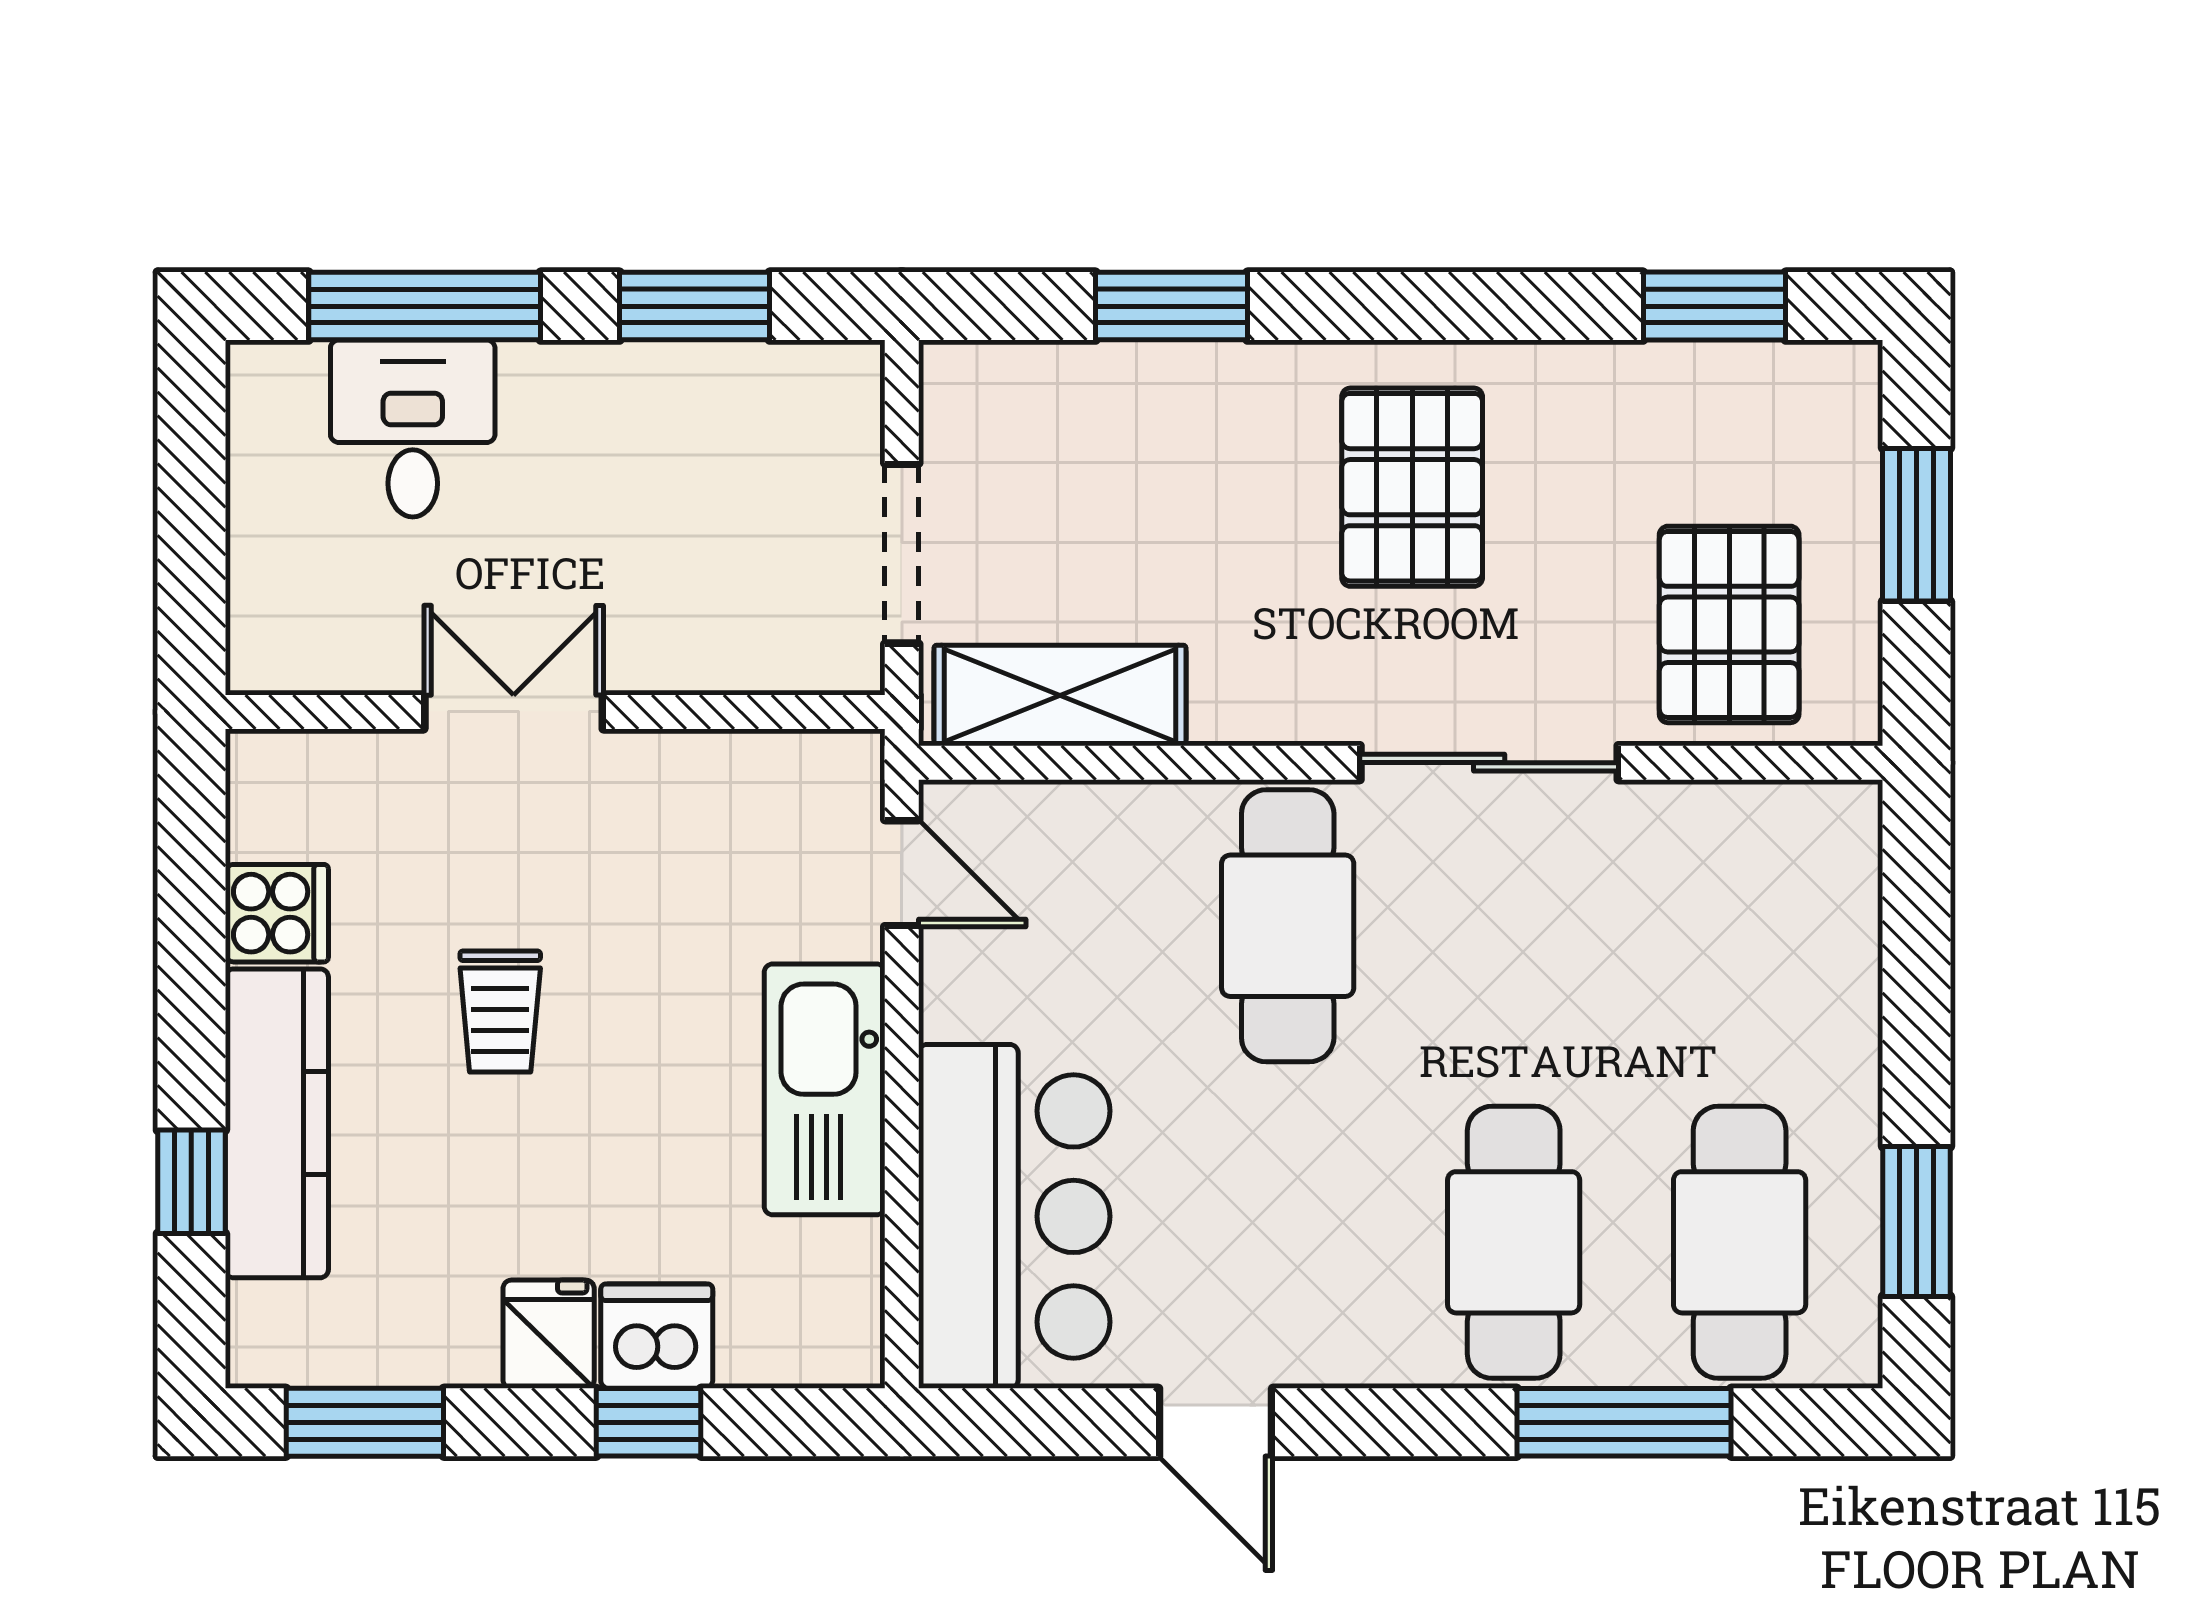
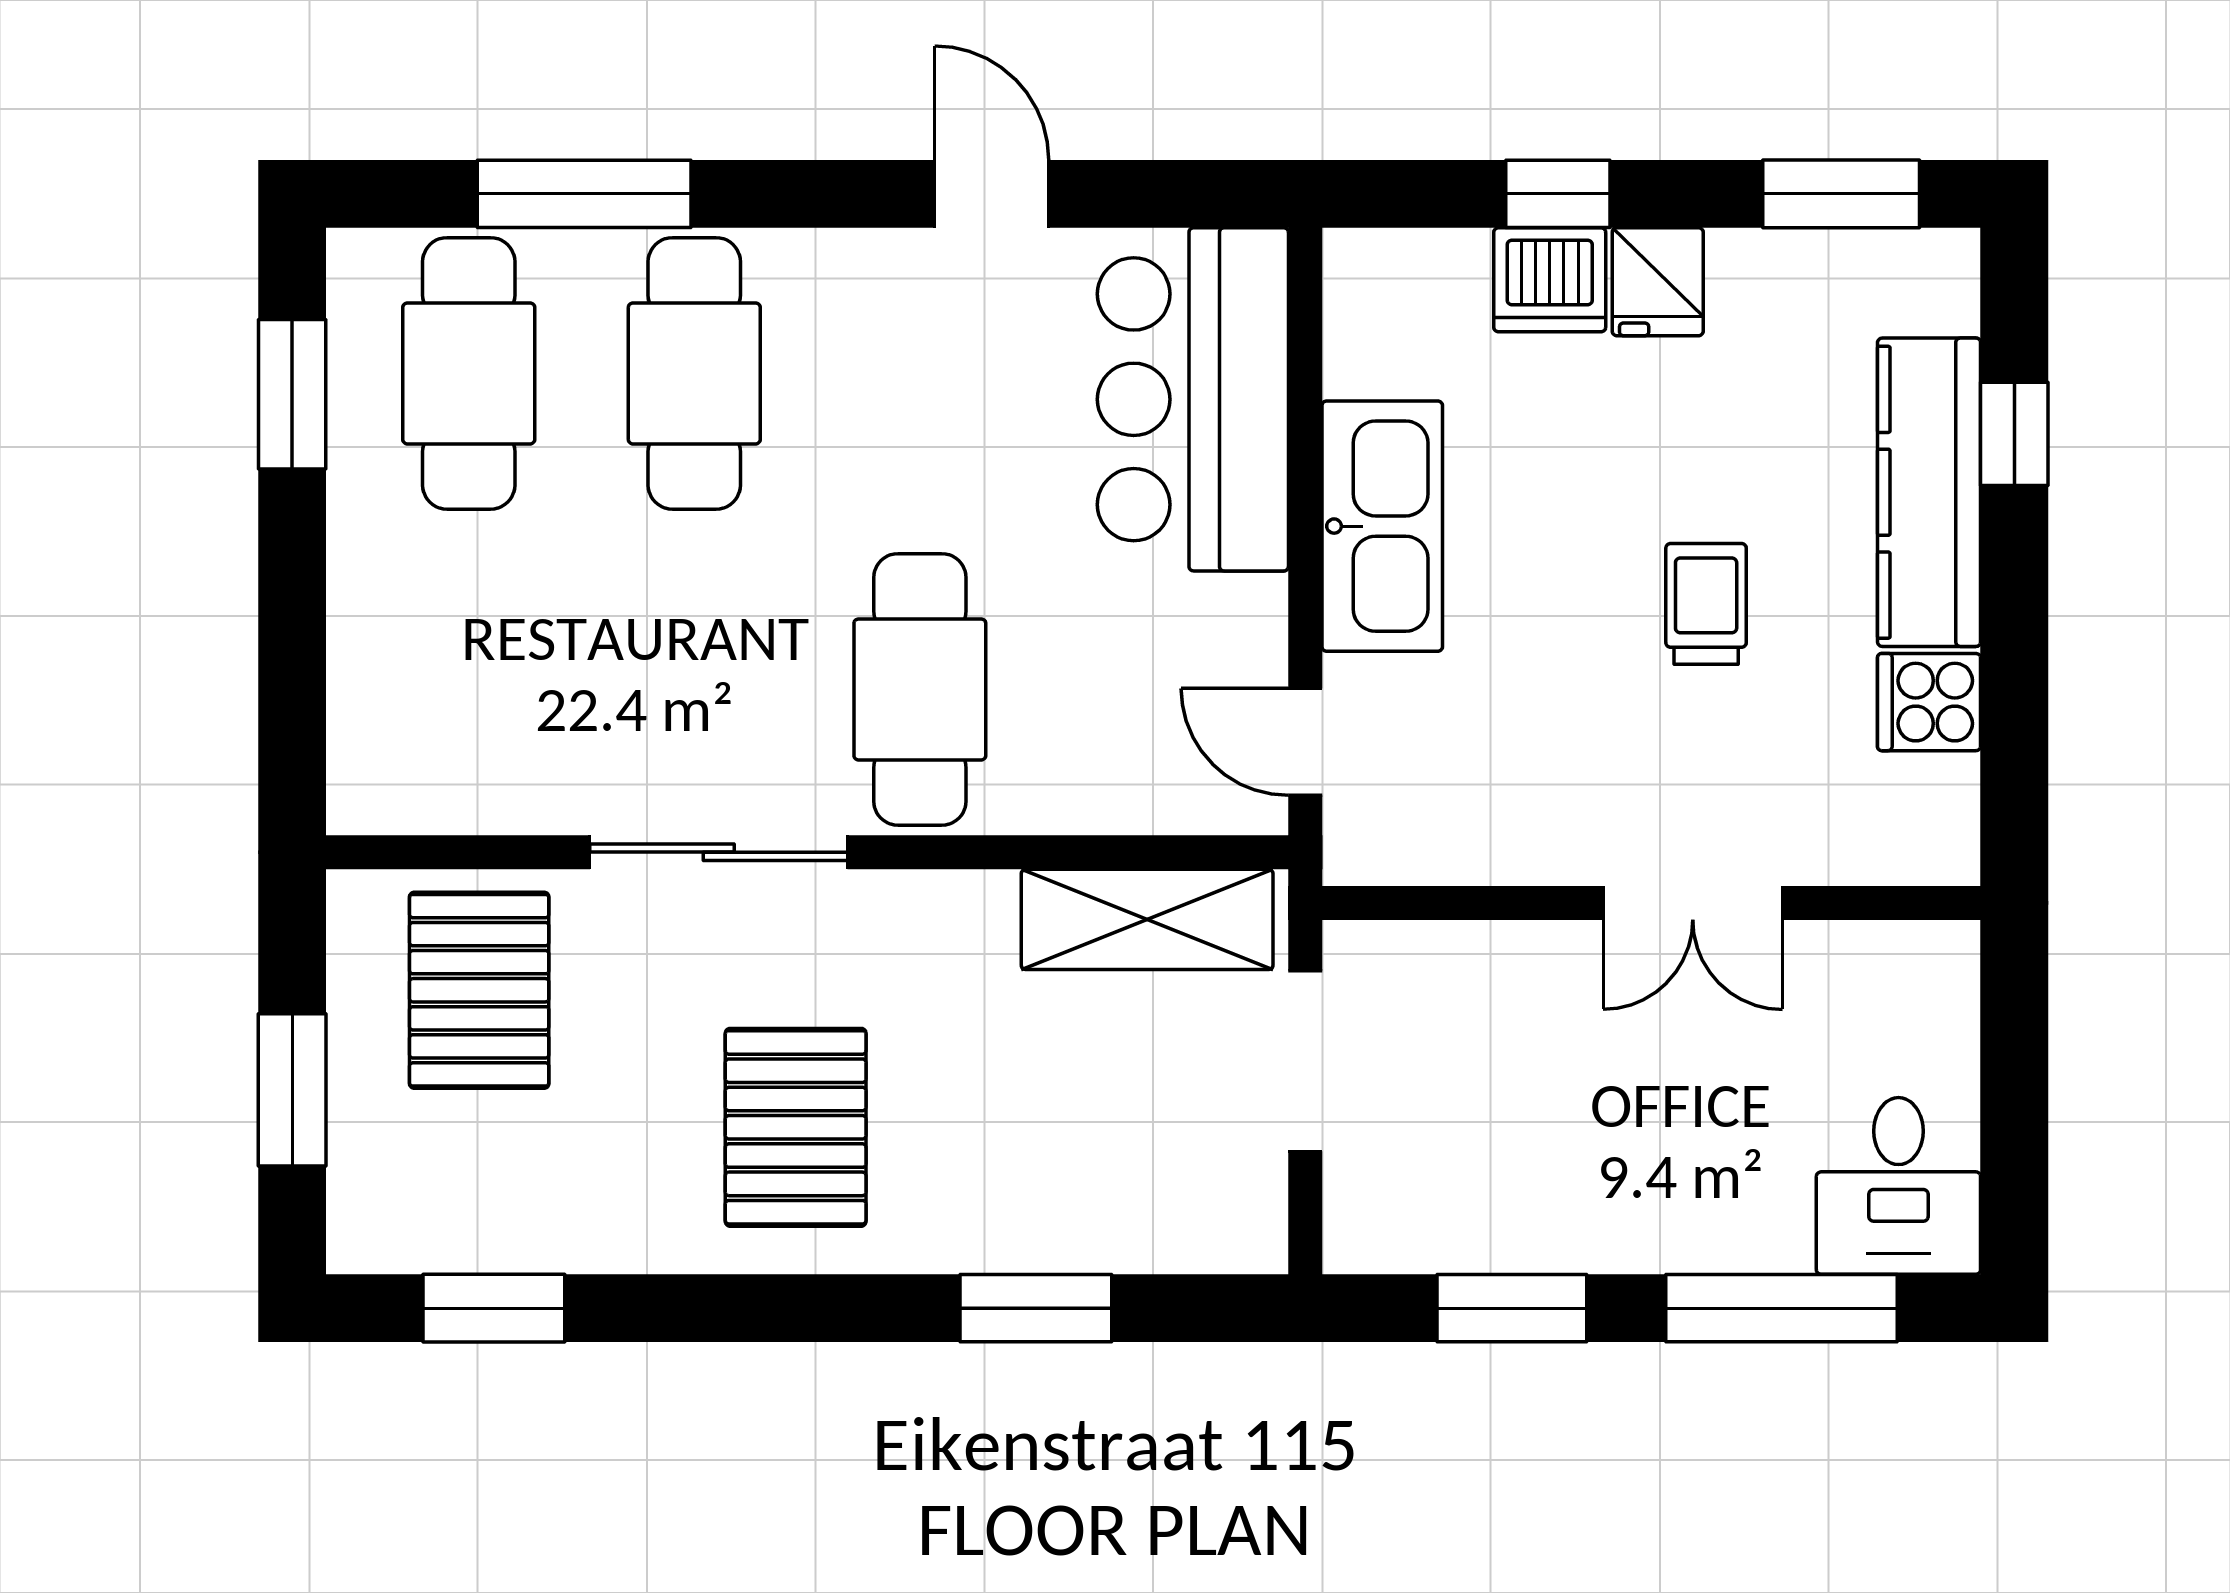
desk: (413, 428) -> (1898, 1186), moved

